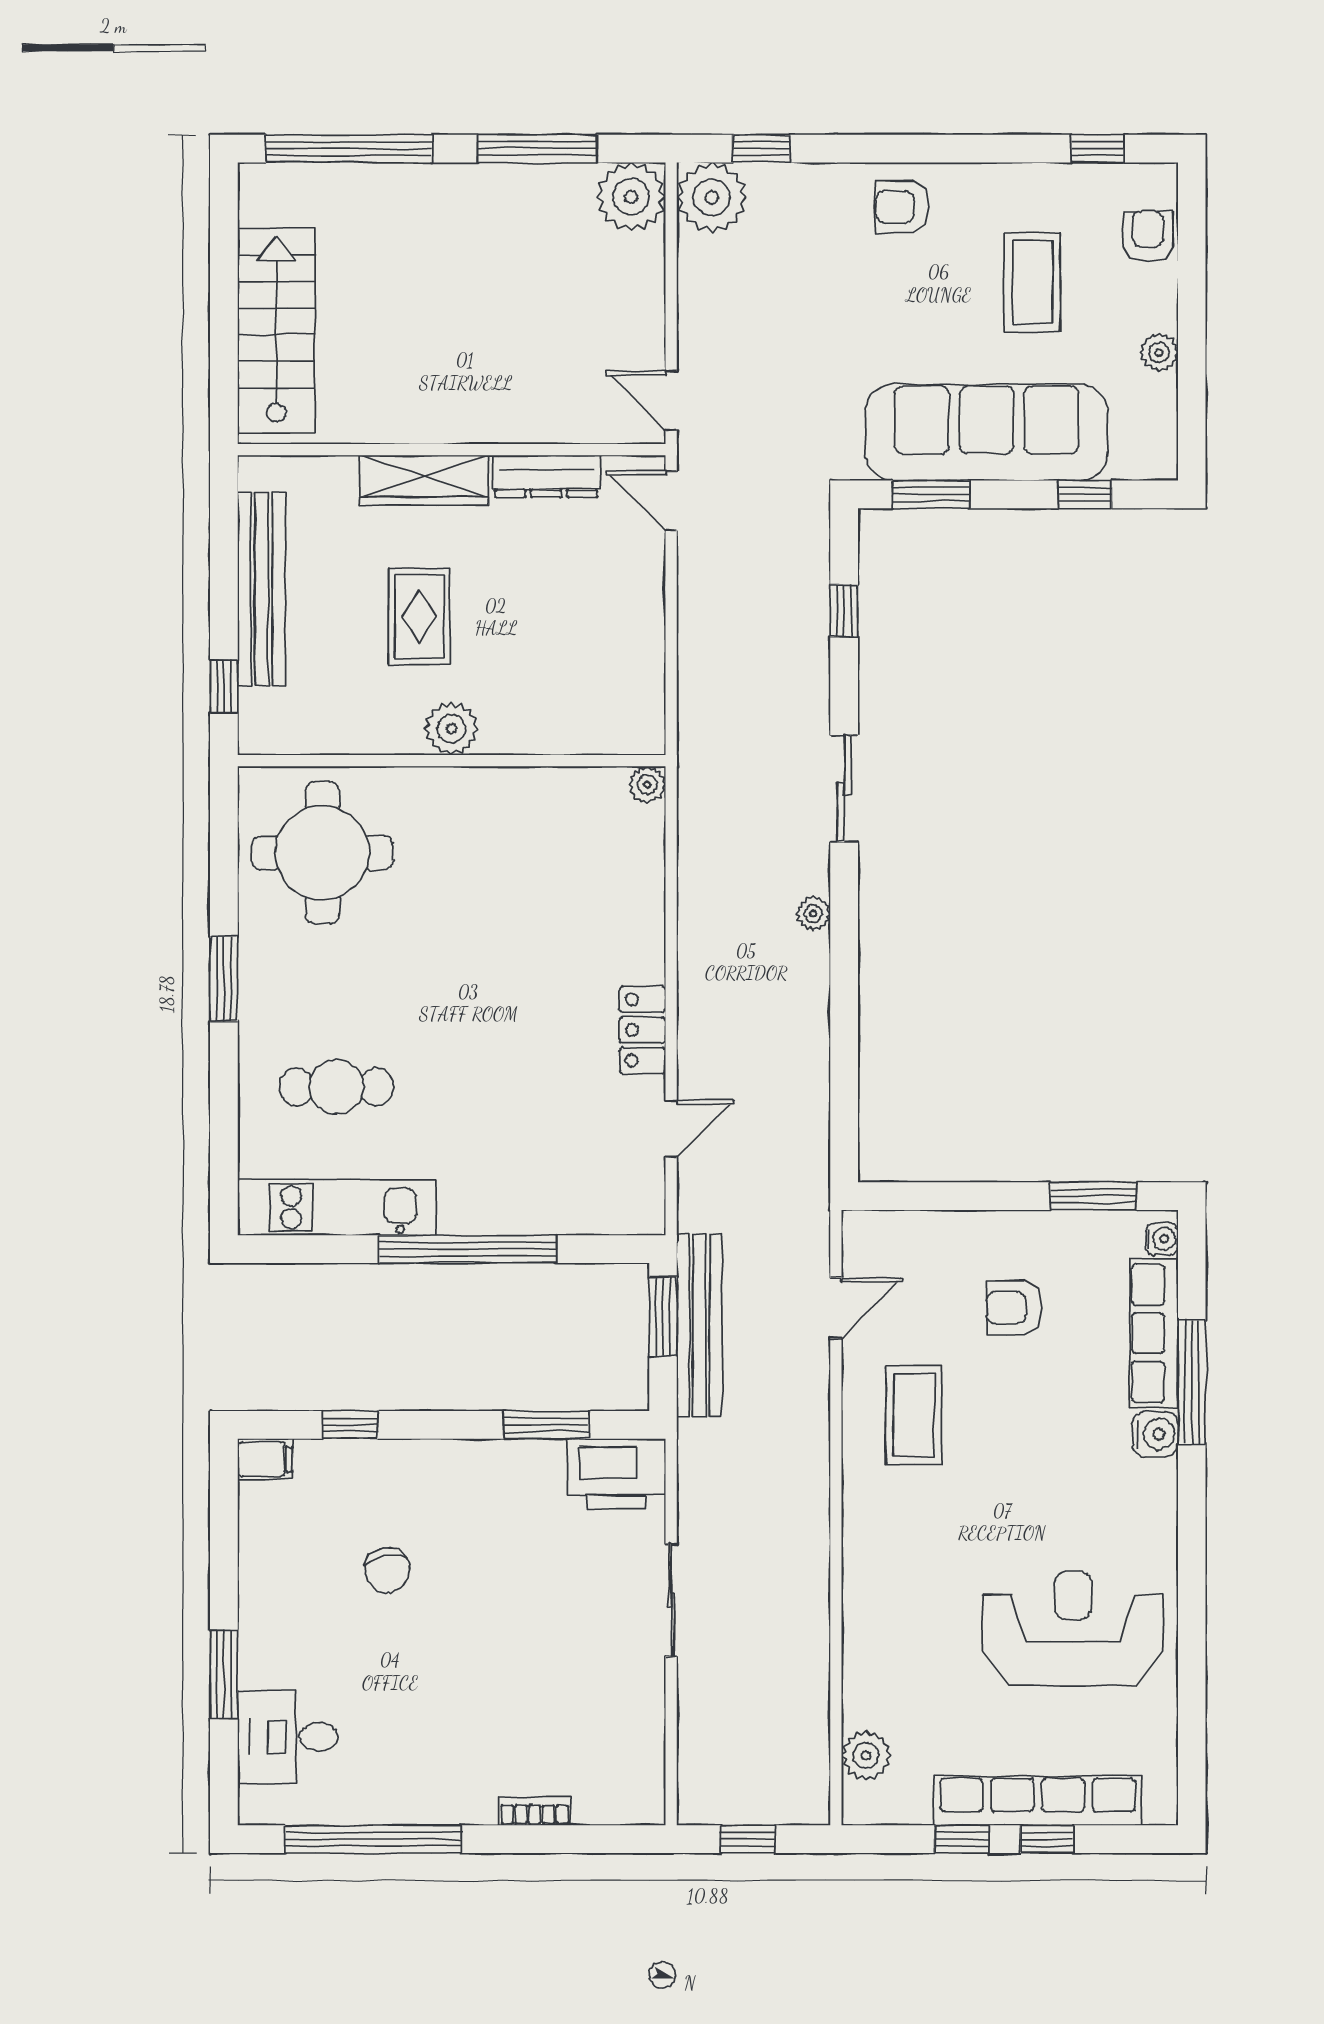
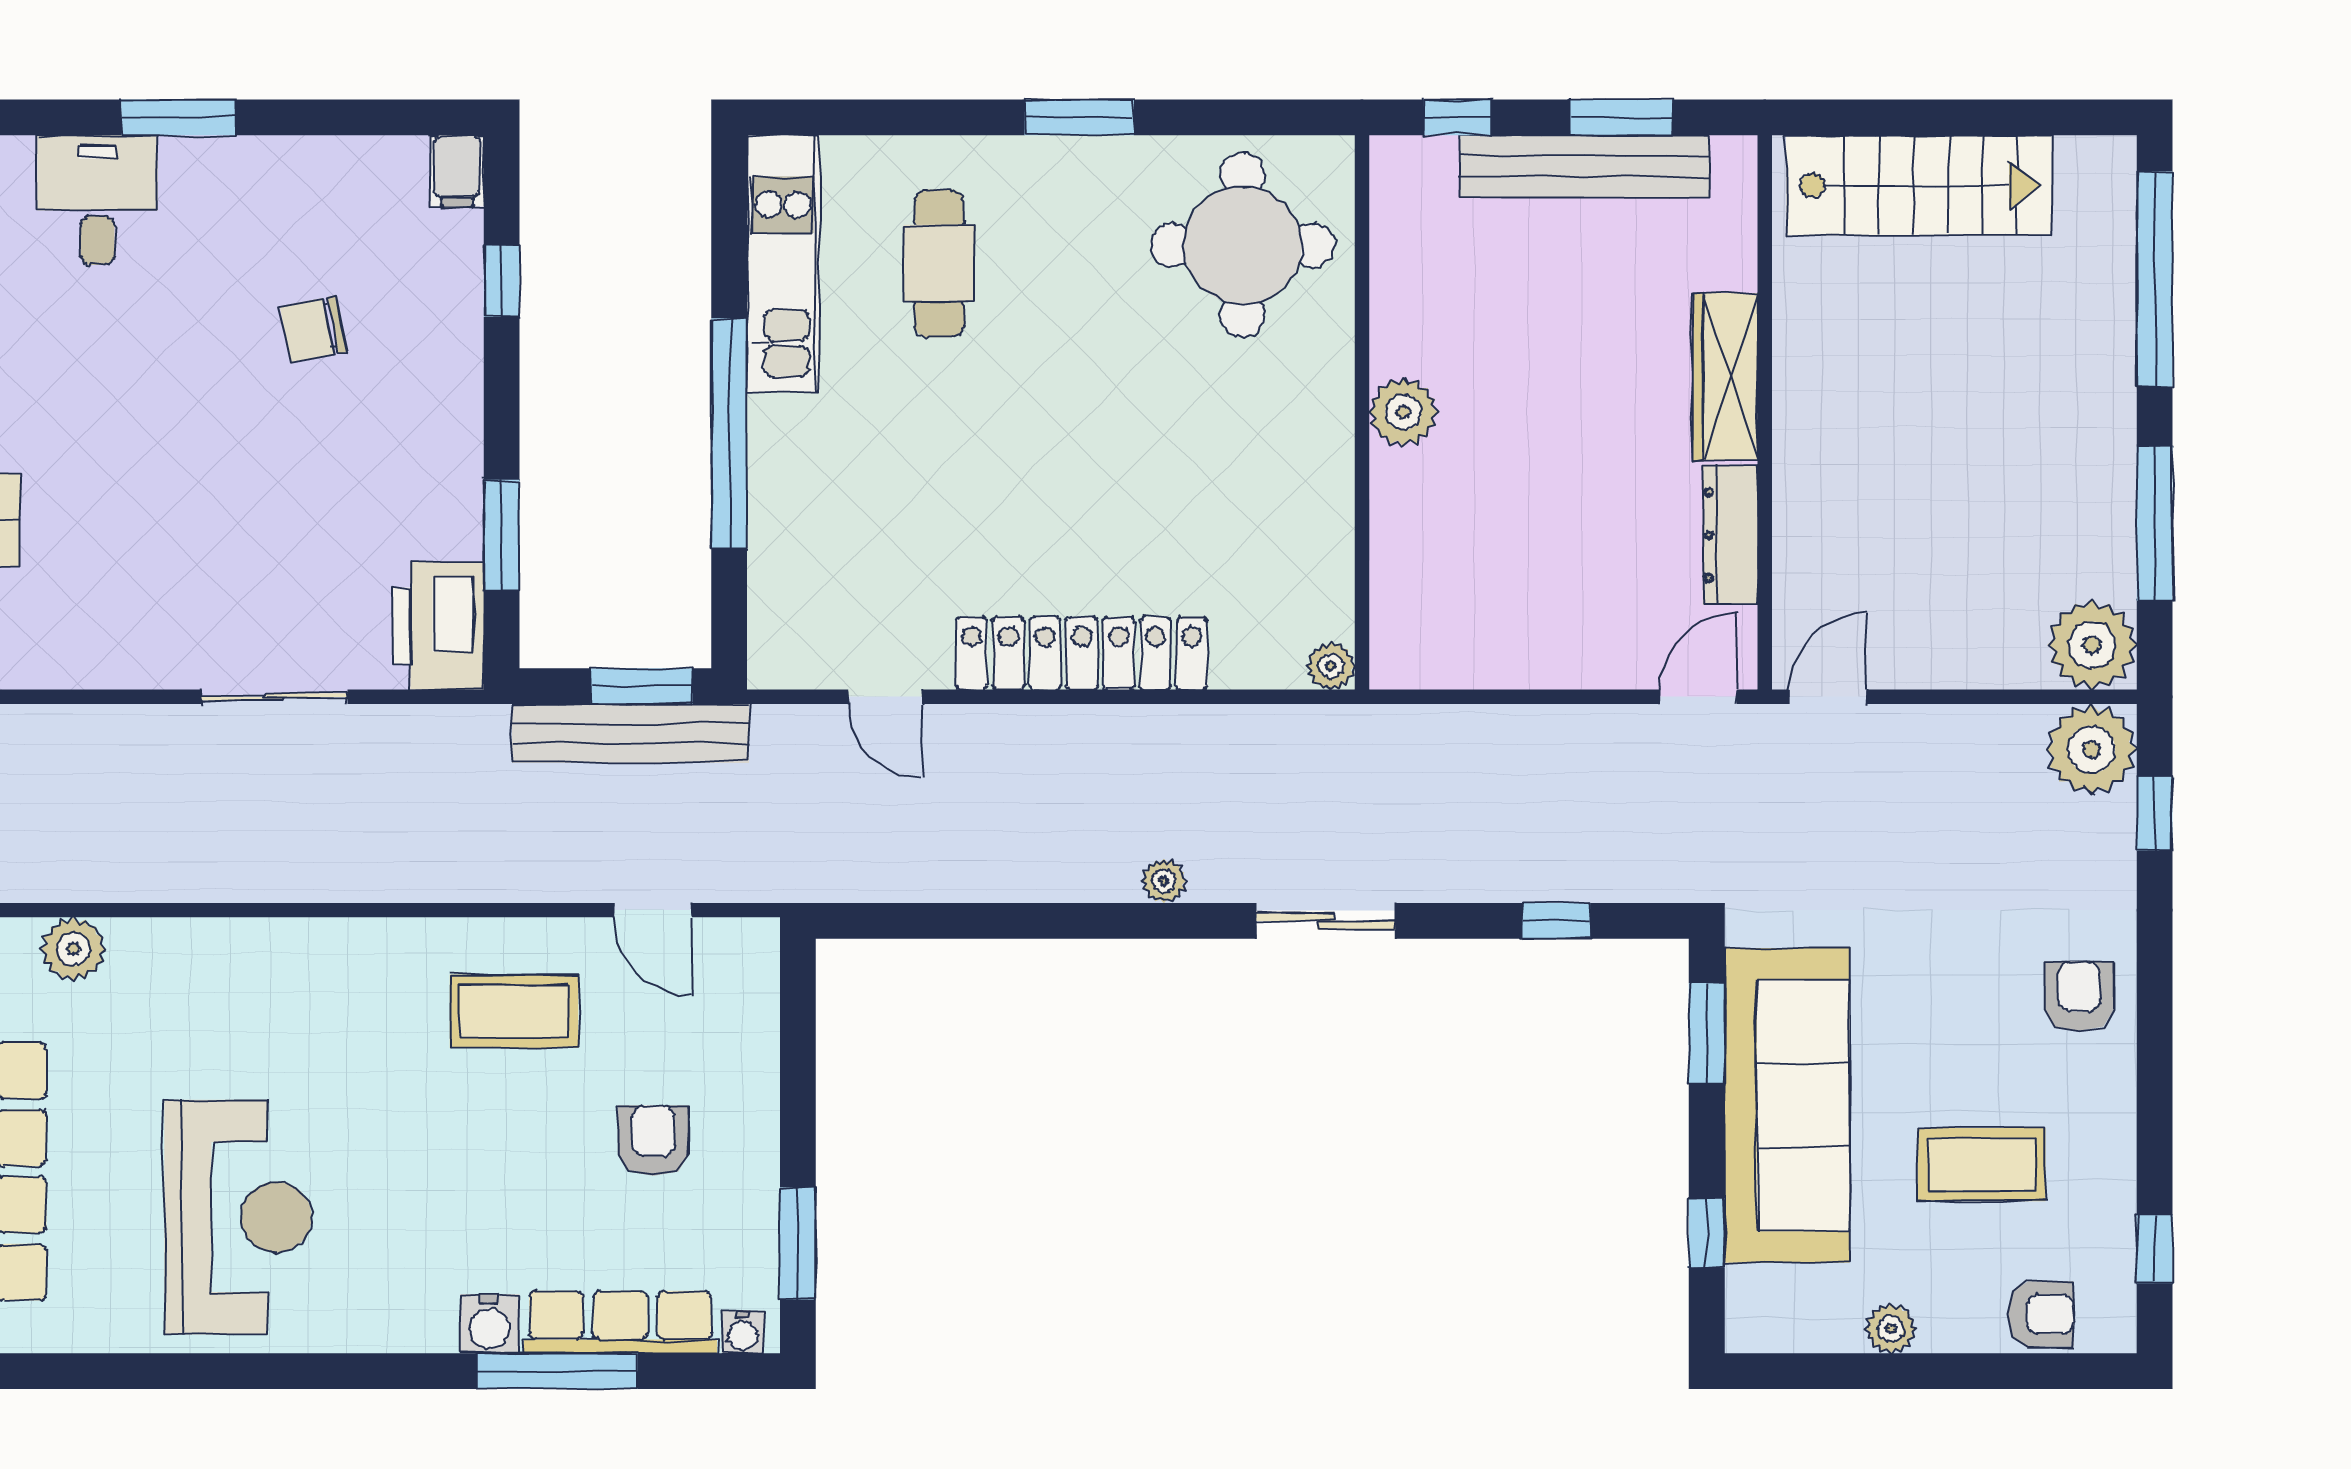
window: (224, 560) -> (1621, 117), added
rug: (419, 616) -> (1549, 371), removed
locker: (642, 1030) -> (1082, 653), width x2.16, depth x1.21

